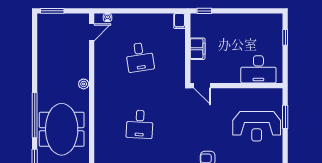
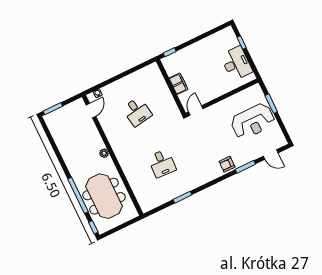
filing cabinet: (180, 21) -> (154, 69), removed
desk: (258, 69) -> (236, 63), moved, turned -90
door: (202, 86) -> (196, 110), swing flipped

